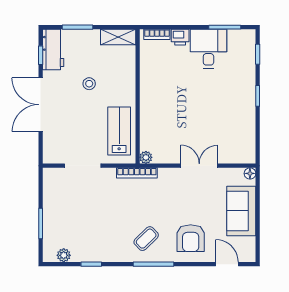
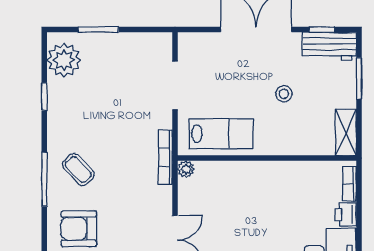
plant: (64, 255) -> (64, 60), width x1.88, depth x1.88

